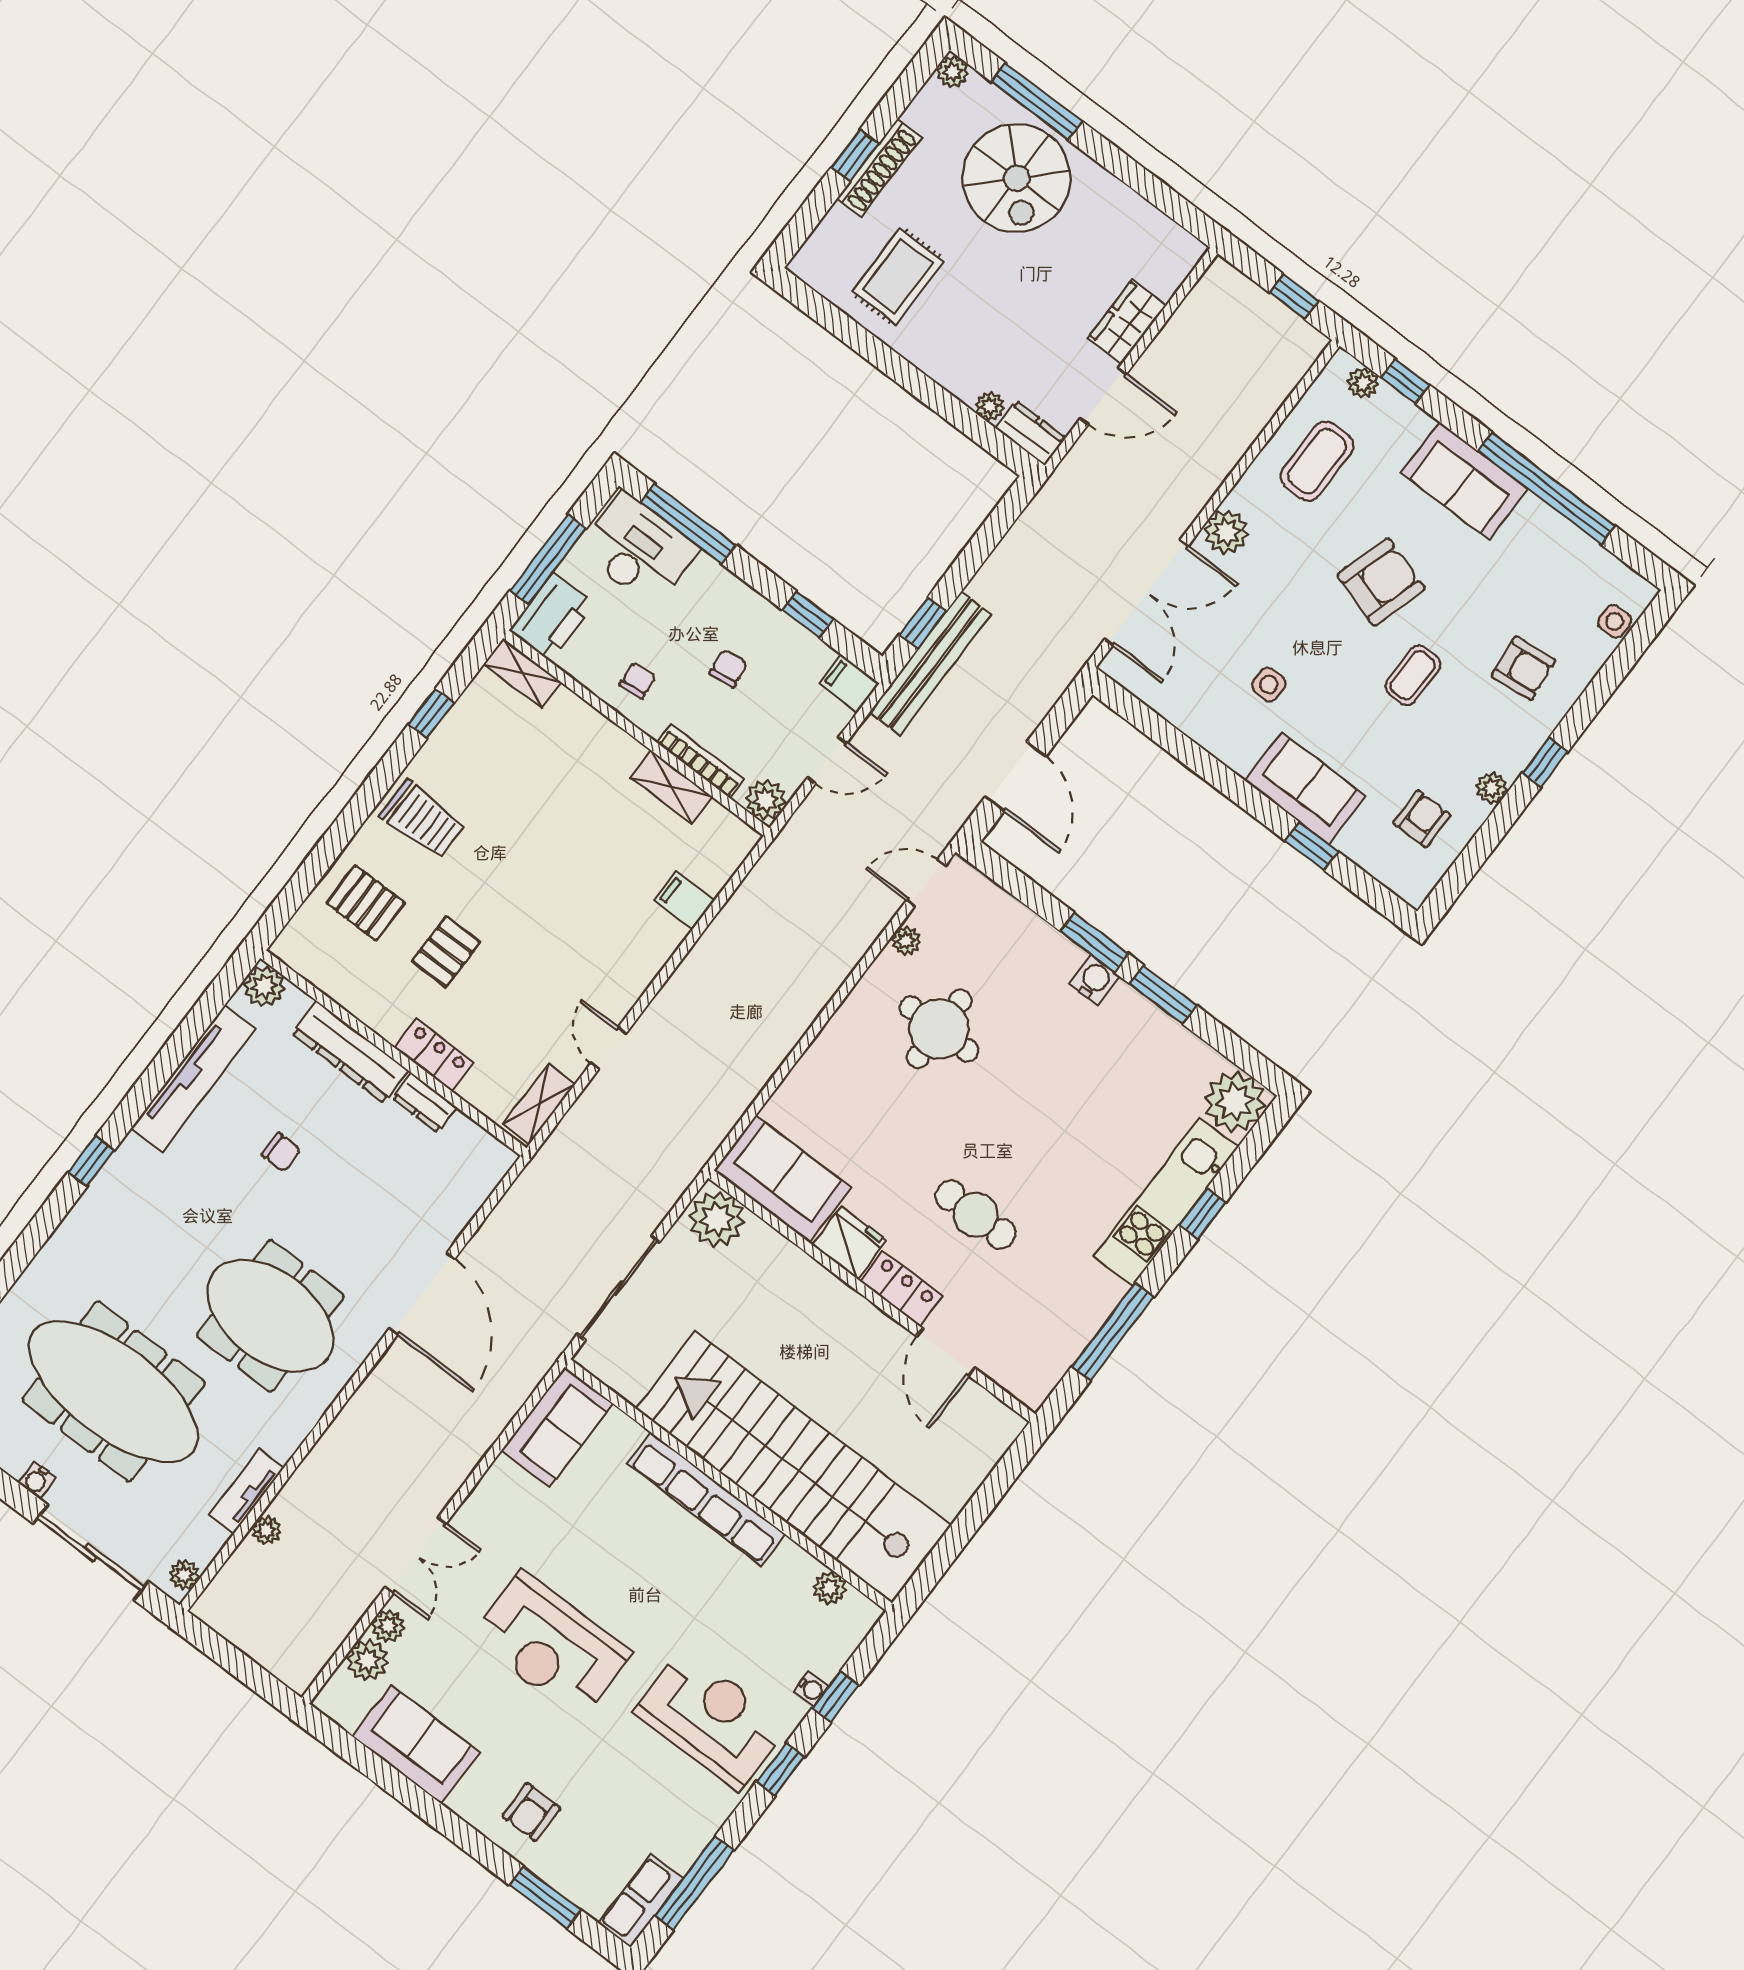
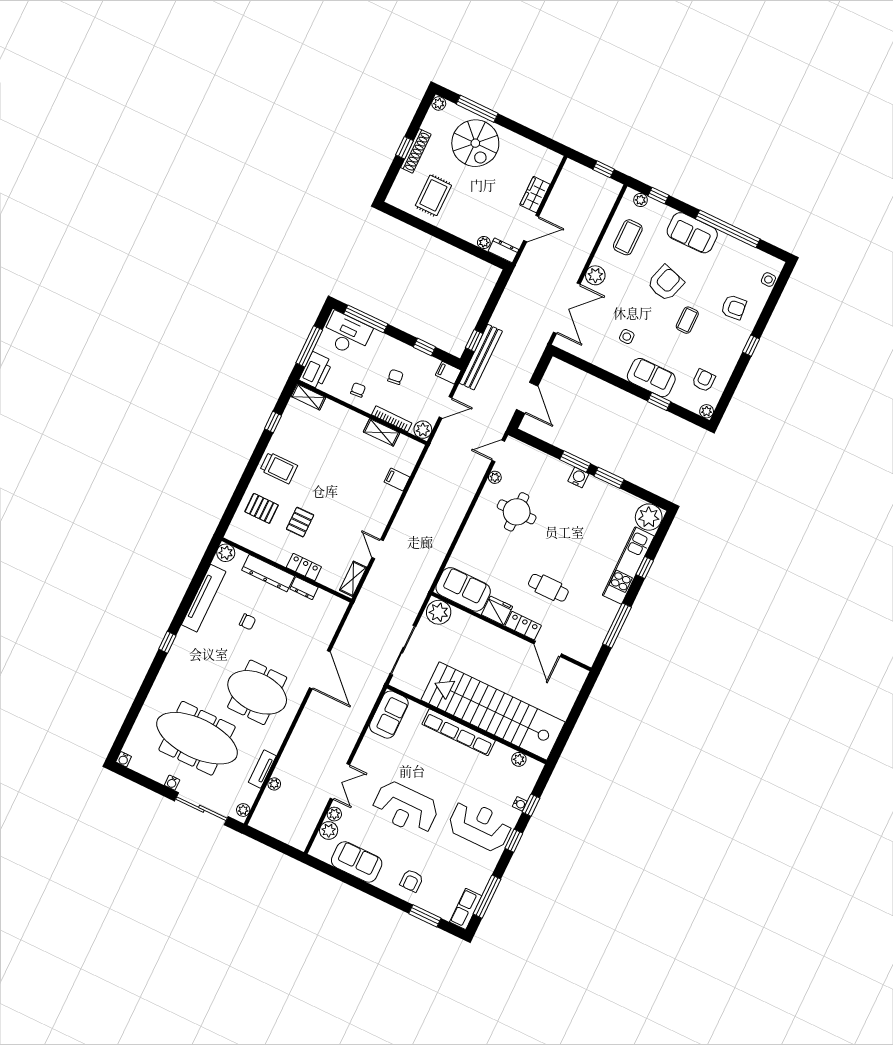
plant: (1492, 788) -> (707, 411), moved

